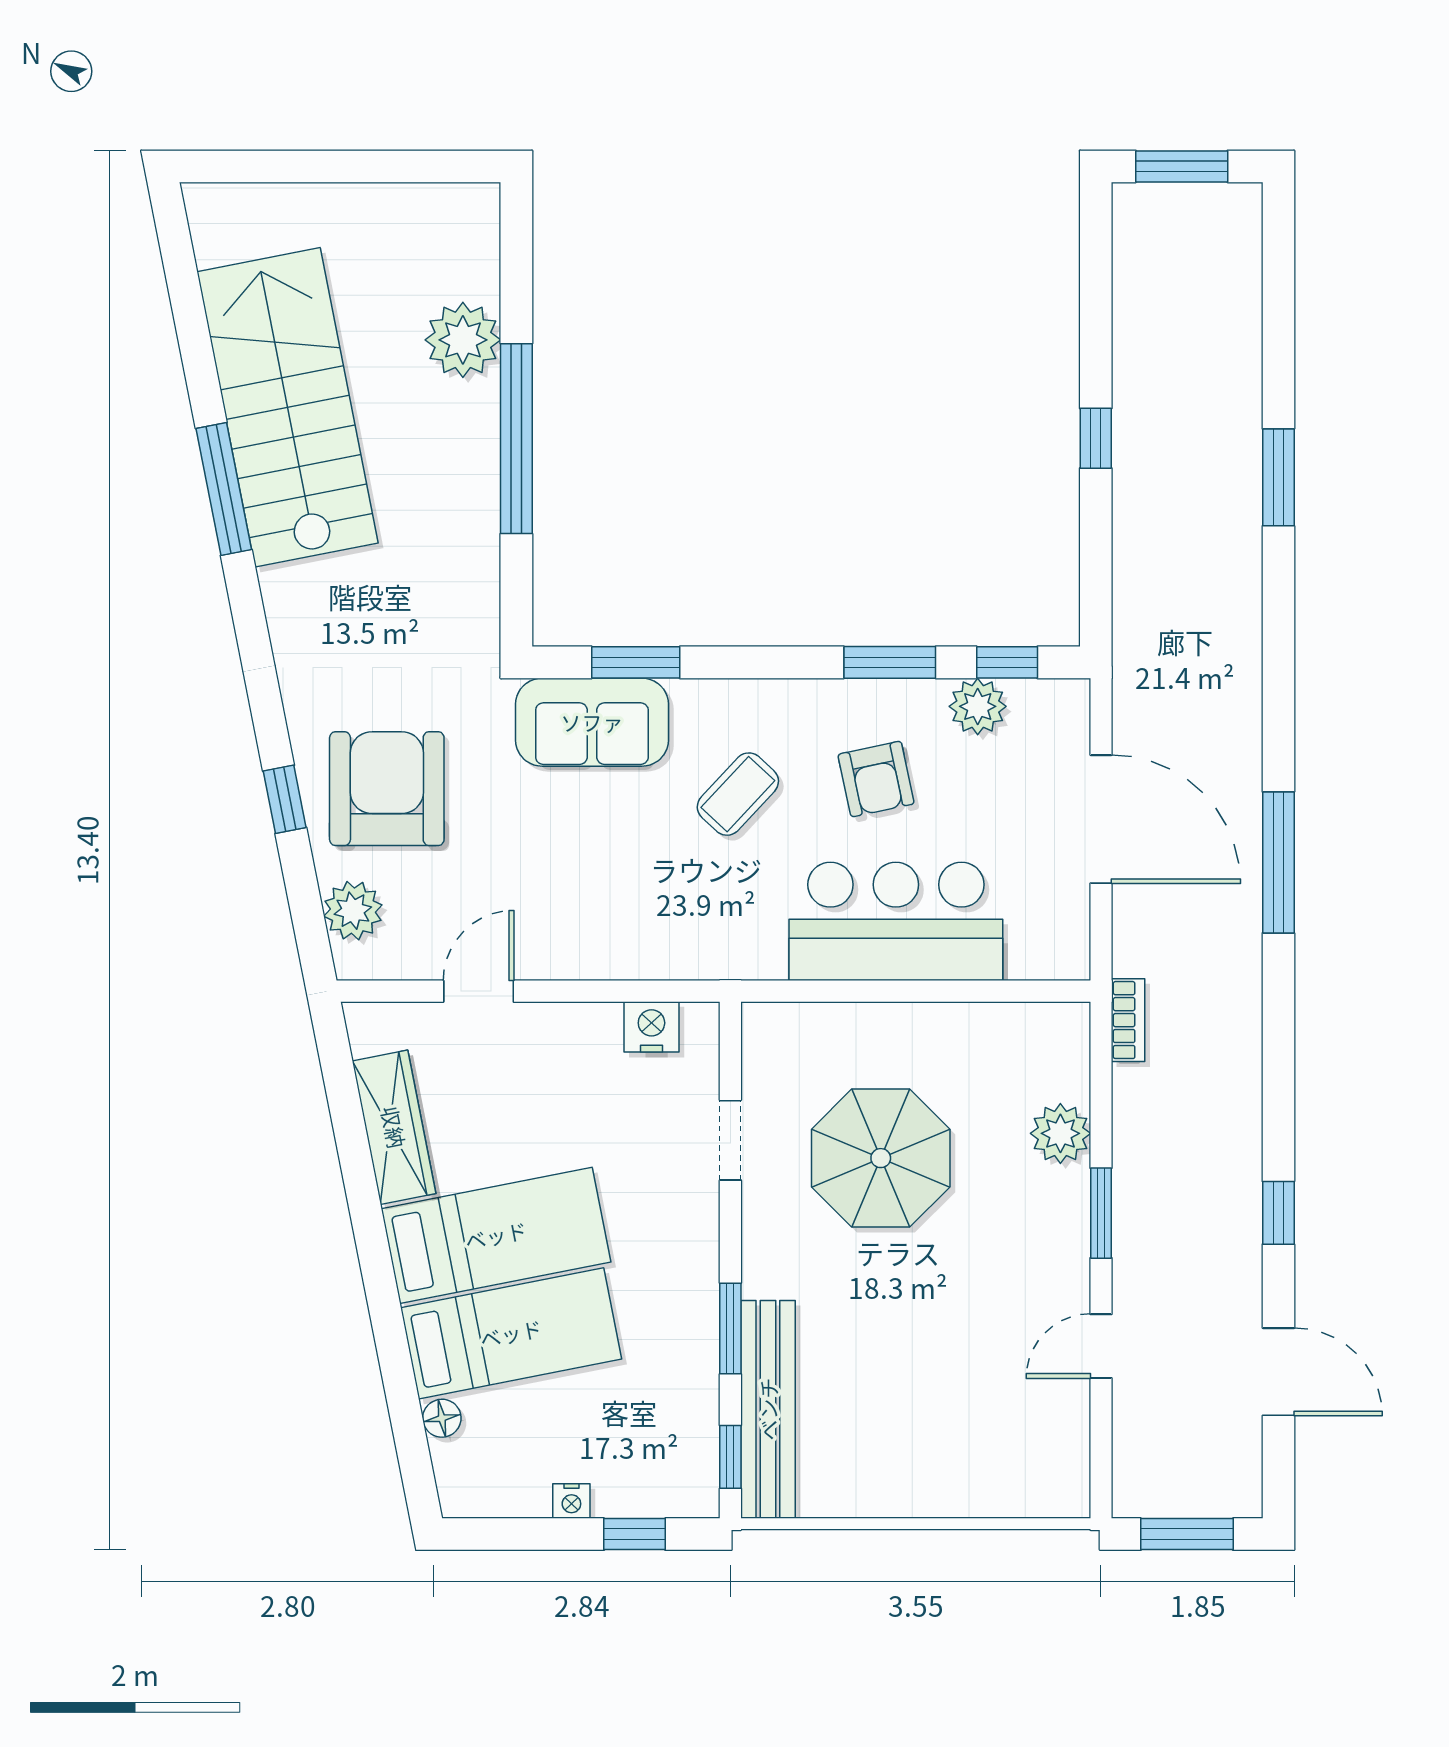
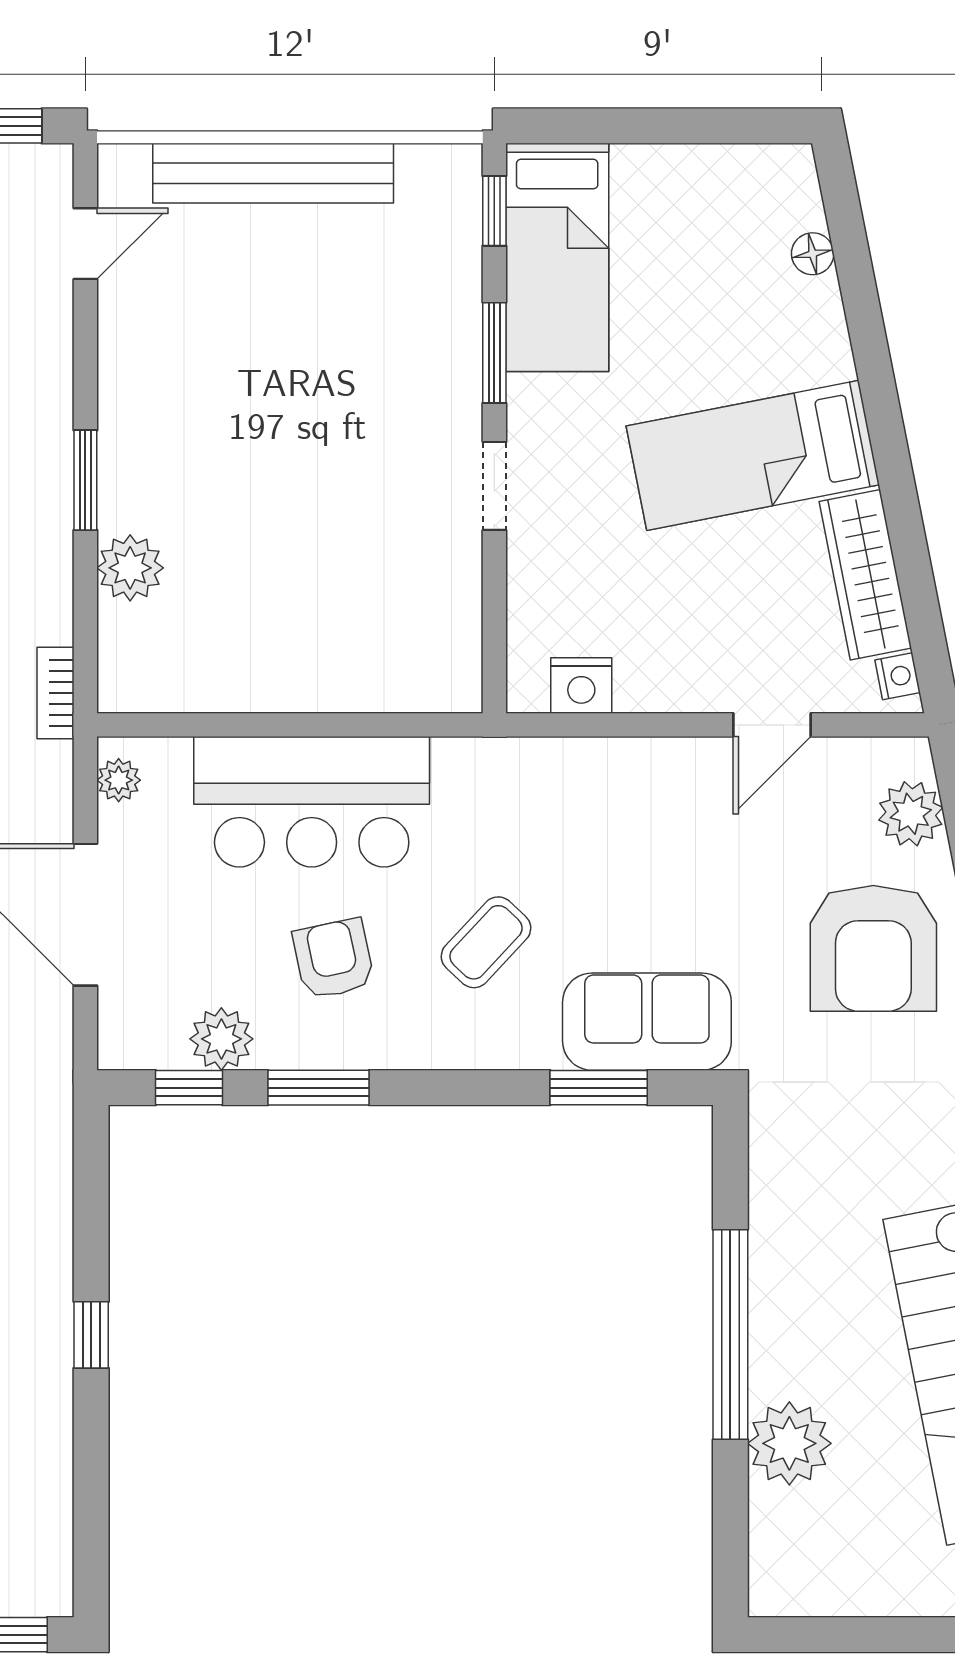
plant: (1071, 941) -> (119, 780), added
doorway: (730, 1140) -> (494, 486), moved
parasol: (881, 1158) -> (328, 541), removed
bed: (511, 1333) -> (557, 257), moved, turned -79
door: (1101, 1346) -> (85, 244), moved
bench: (768, 1409) -> (273, 173), moved, turned 90
nightstand: (571, 1501) -> (898, 676), moved, turned 79
window: (635, 1534) -> (600, 126), removed

